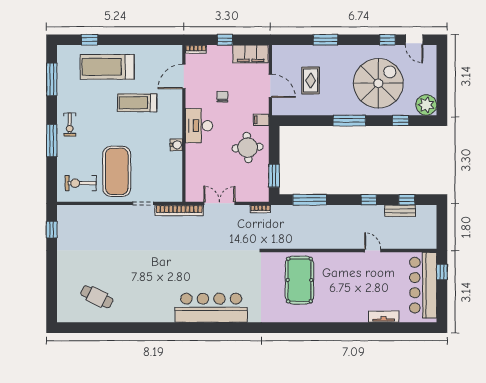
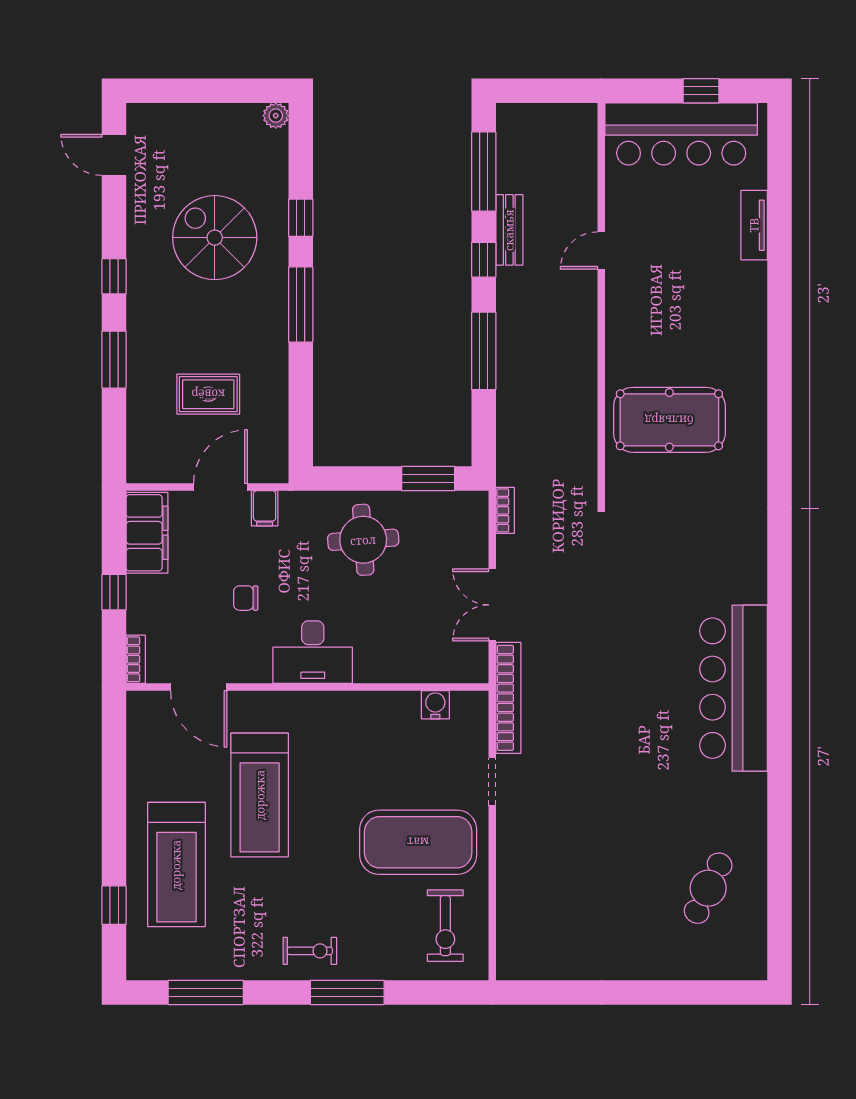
window: (387, 40) -> (114, 276), moved
door: (414, 40) -> (114, 155), swing flipped
spiral stairs: (378, 83) -> (215, 238), width x0.73, depth x0.73
treadmill: (137, 103) -> (260, 795), width x1.37, depth x1.38
plant: (426, 105) -> (276, 116), width x0.53, depth x0.53
filing cabinet: (261, 120) -> (265, 508), moved
window: (401, 121) -> (301, 218), moved
water cooler: (176, 145) -> (435, 705), moved
window: (310, 200) -> (484, 351), moved
window: (407, 200) -> (484, 172), width x2.17
bench: (400, 211) -> (509, 230), moved
window: (52, 229) -> (552, 992), removed
window: (442, 272) -> (701, 91), moved
bar counter: (211, 308) -> (733, 688), moved

